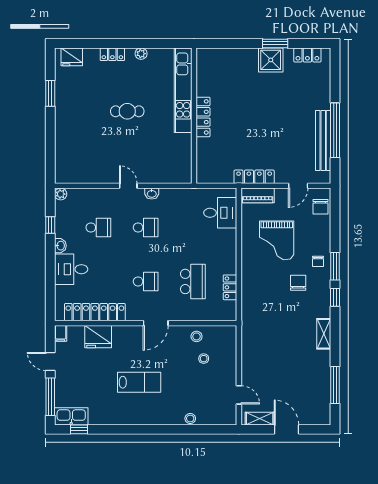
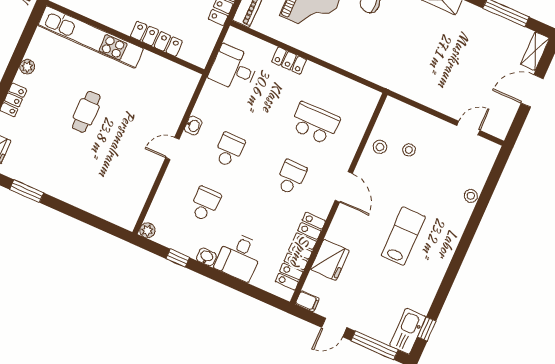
locker: (203, 117) -> (156, 39), moved
desk: (220, 213) -> (234, 68), moved, turned -90
locker: (230, 287) -> (289, 61), moved
shelving: (260, 419) -> (535, 51), moved

